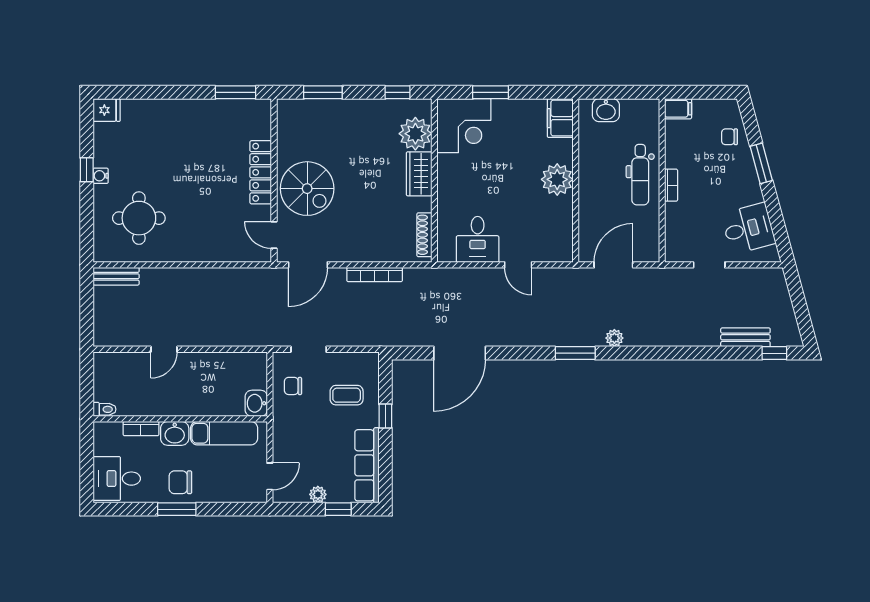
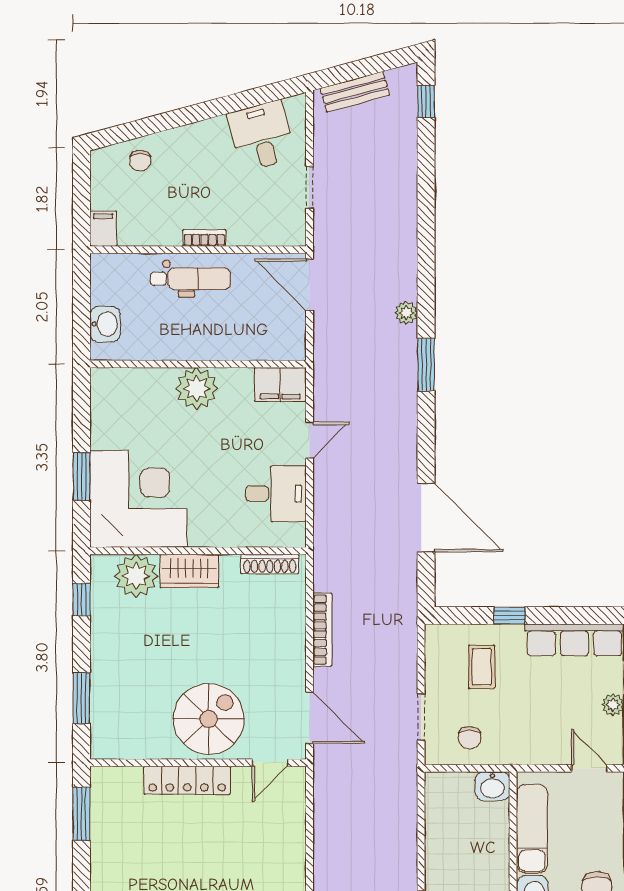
filing cabinet: (560, 118) -> (280, 384), moved
corner desk: (464, 126) -> (138, 499), width x1.36, depth x1.36
window: (761, 163) -> (175, 119), removed
door: (613, 265) -> (310, 285), moved
bench: (745, 337) -> (355, 92), moved, turned 75

